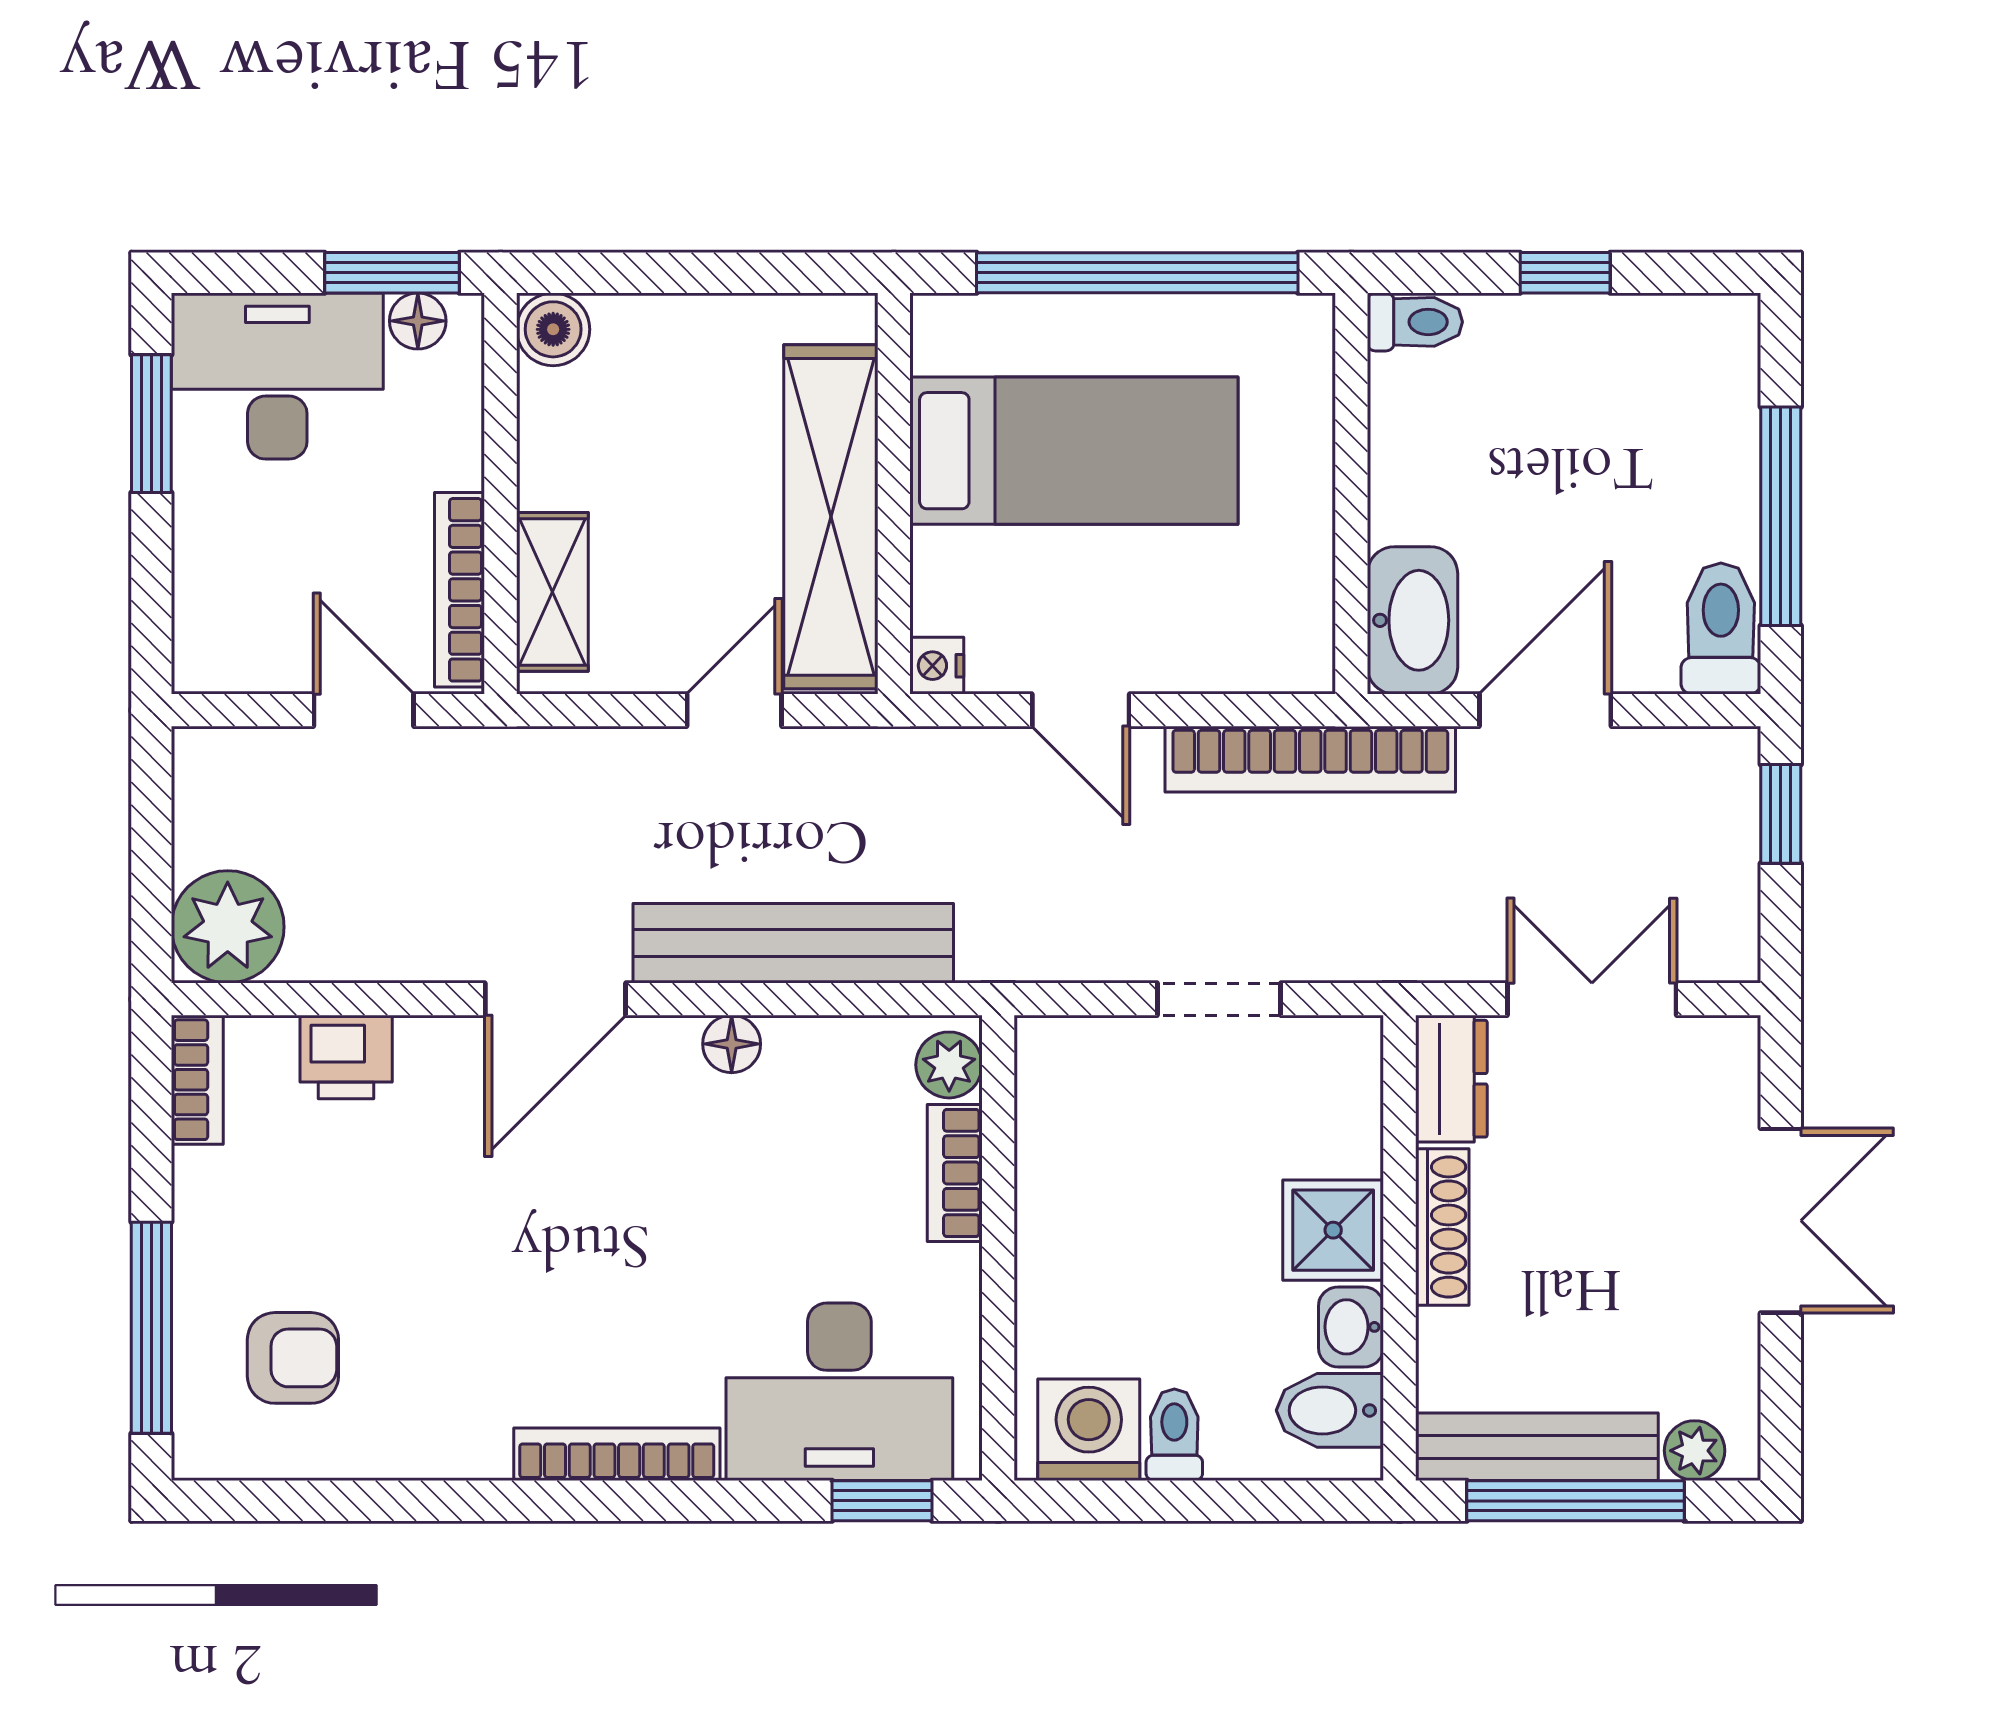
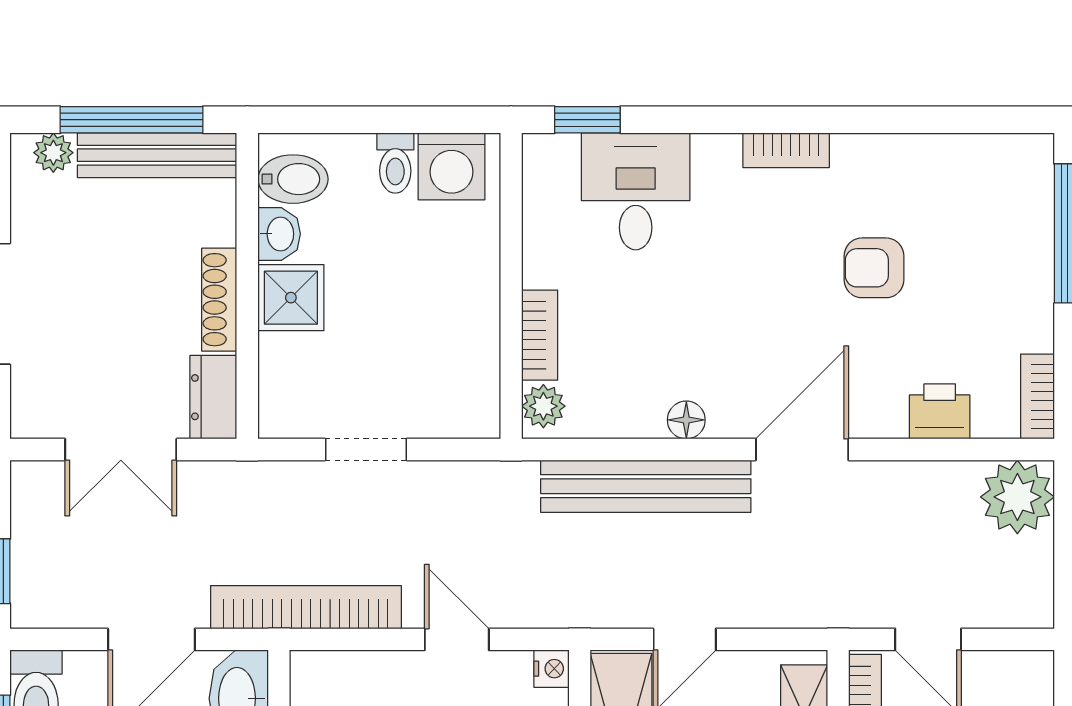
armchair: (293, 1358) -> (874, 268), moved
desk: (839, 1392) -> (636, 191), width x0.73
bookcase: (617, 1454) -> (786, 150), width x0.64

